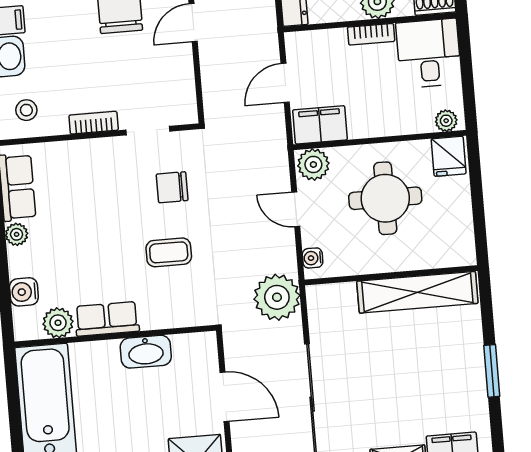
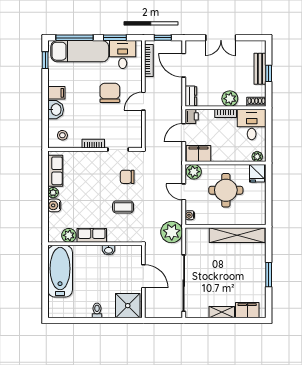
printer: (299, 46) -> (192, 116), added
water cooler: (24, 292) -> (54, 205), moved
washbasin: (146, 352) -> (109, 250), width x0.52, depth x0.69

